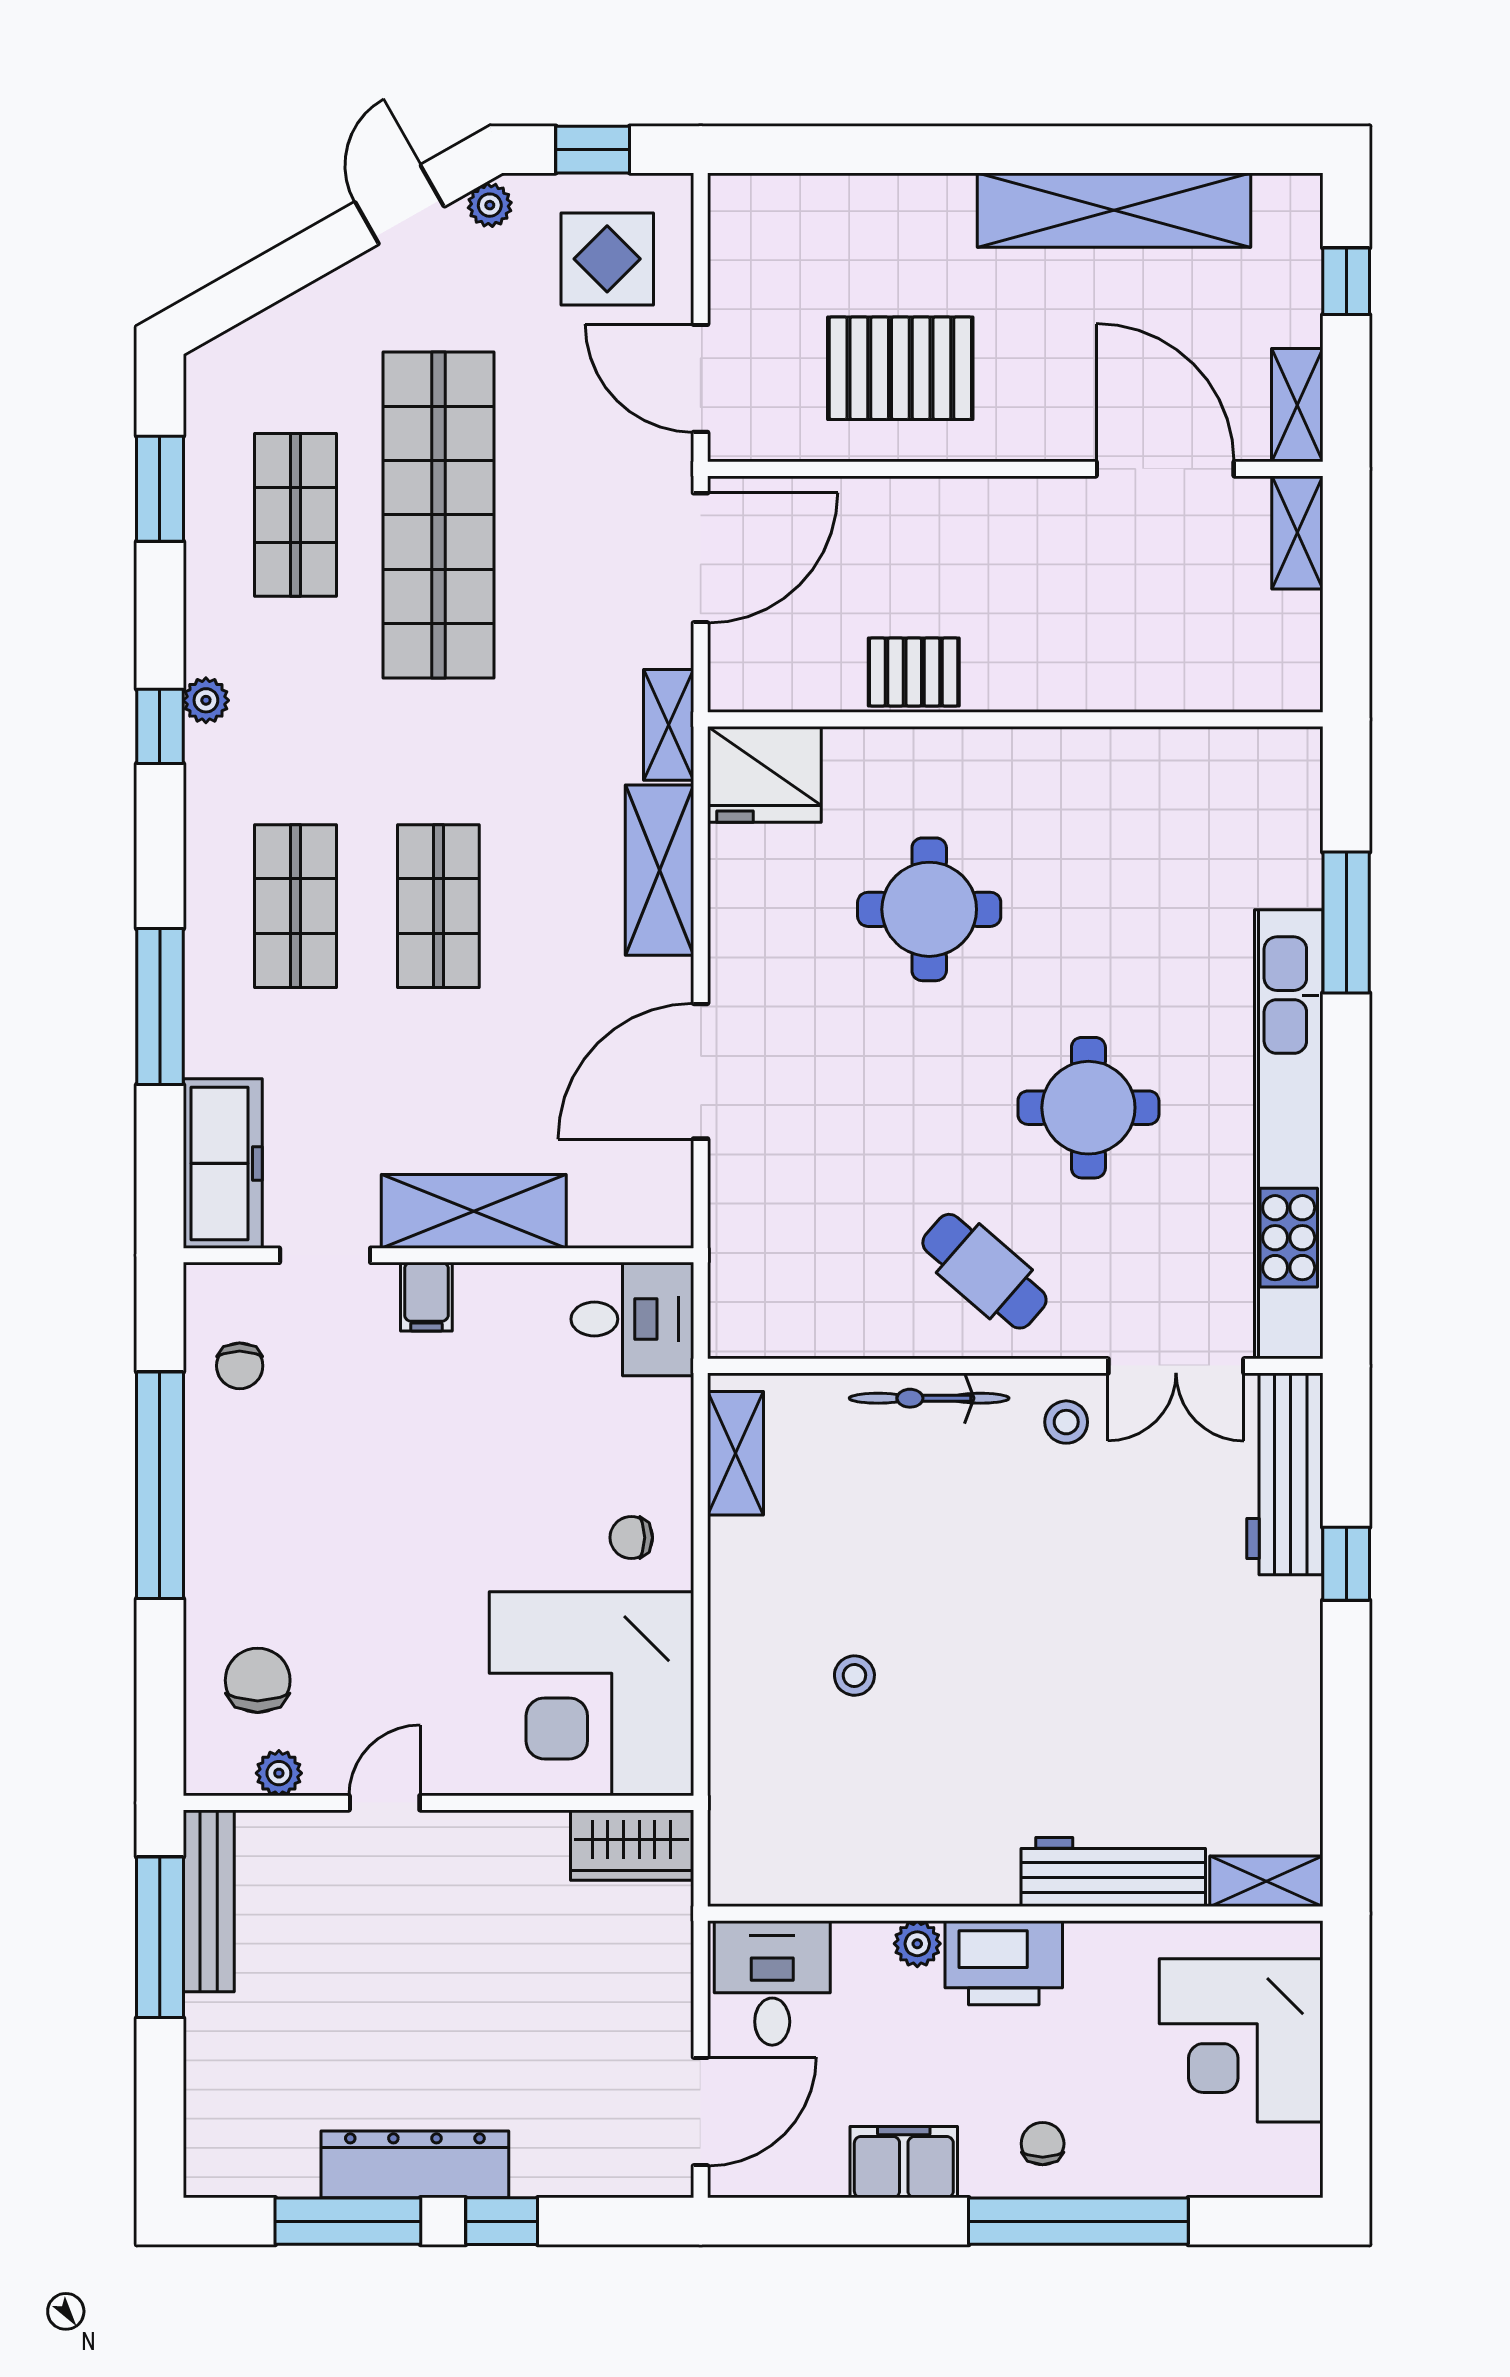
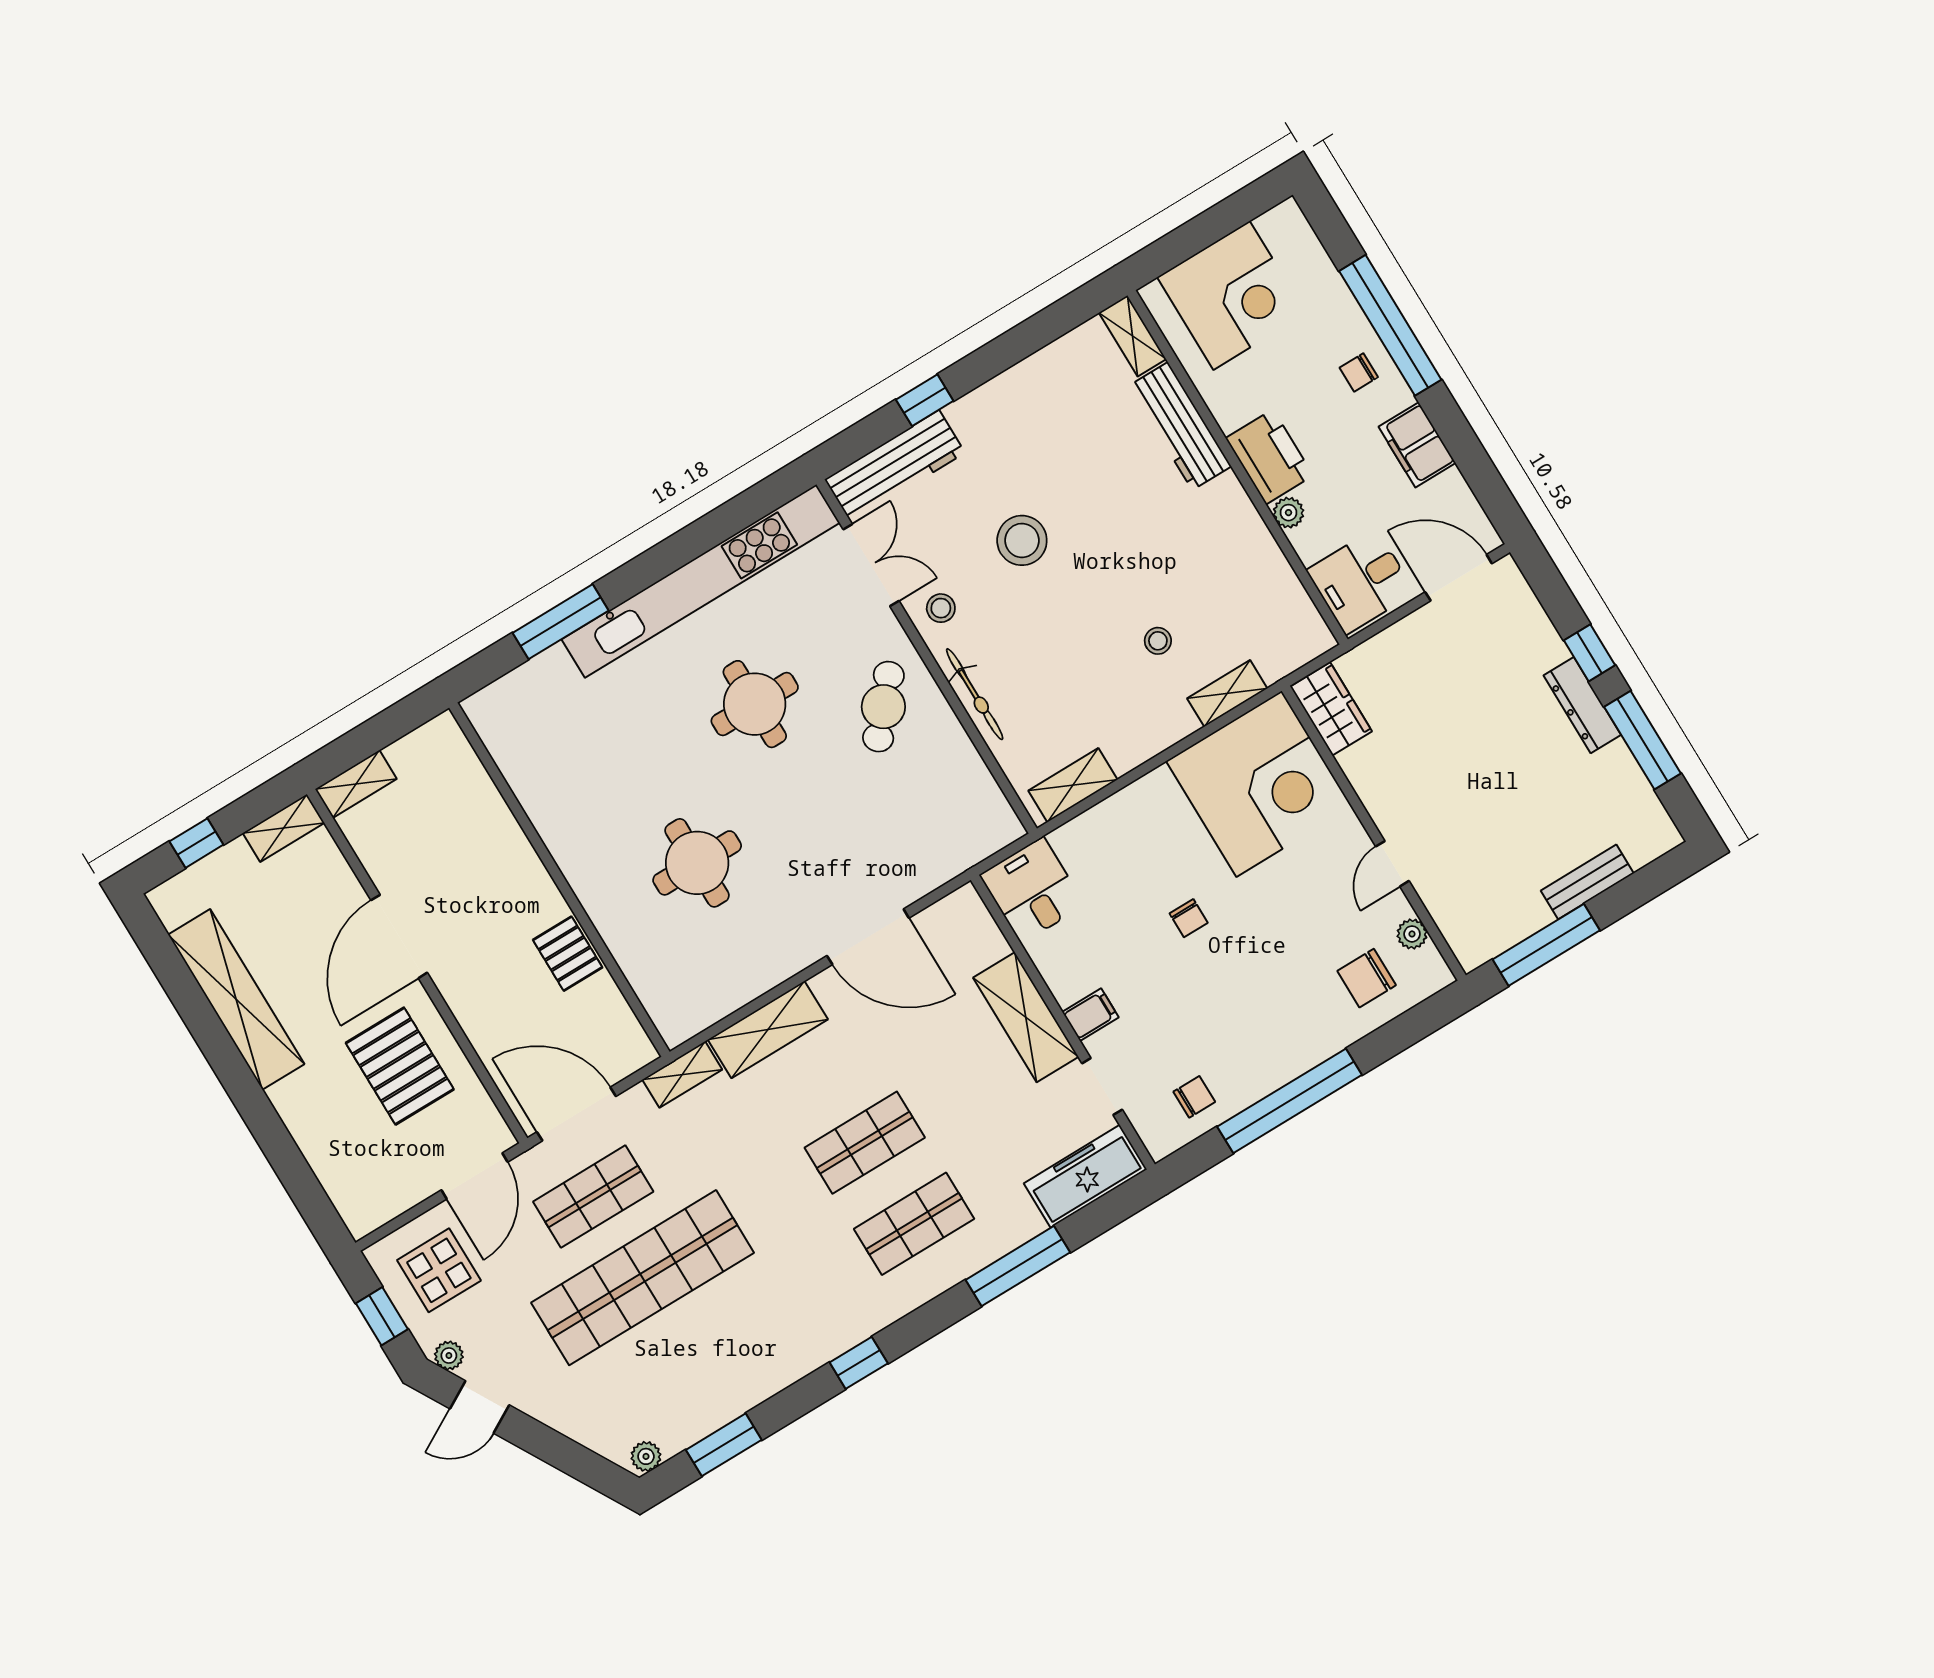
door: (1165, 469) -> (399, 936), moved
shop shelf: (296, 515) -> (593, 1197), moved
plant: (206, 700) -> (646, 1456), moved
fridge: (764, 774) -> (677, 1003), removed
chair: (631, 1538) -> (1189, 918), moved
stool: (1090, 1579) -> (1022, 540), added
shelving: (733, 1724) -> (1227, 693), added
door: (385, 1803) -> (1392, 864), hinge flipped
bench: (209, 1901) -> (1587, 882), moved, width x0.73
dresser: (415, 2164) -> (1582, 705), width x0.73, depth x0.80

